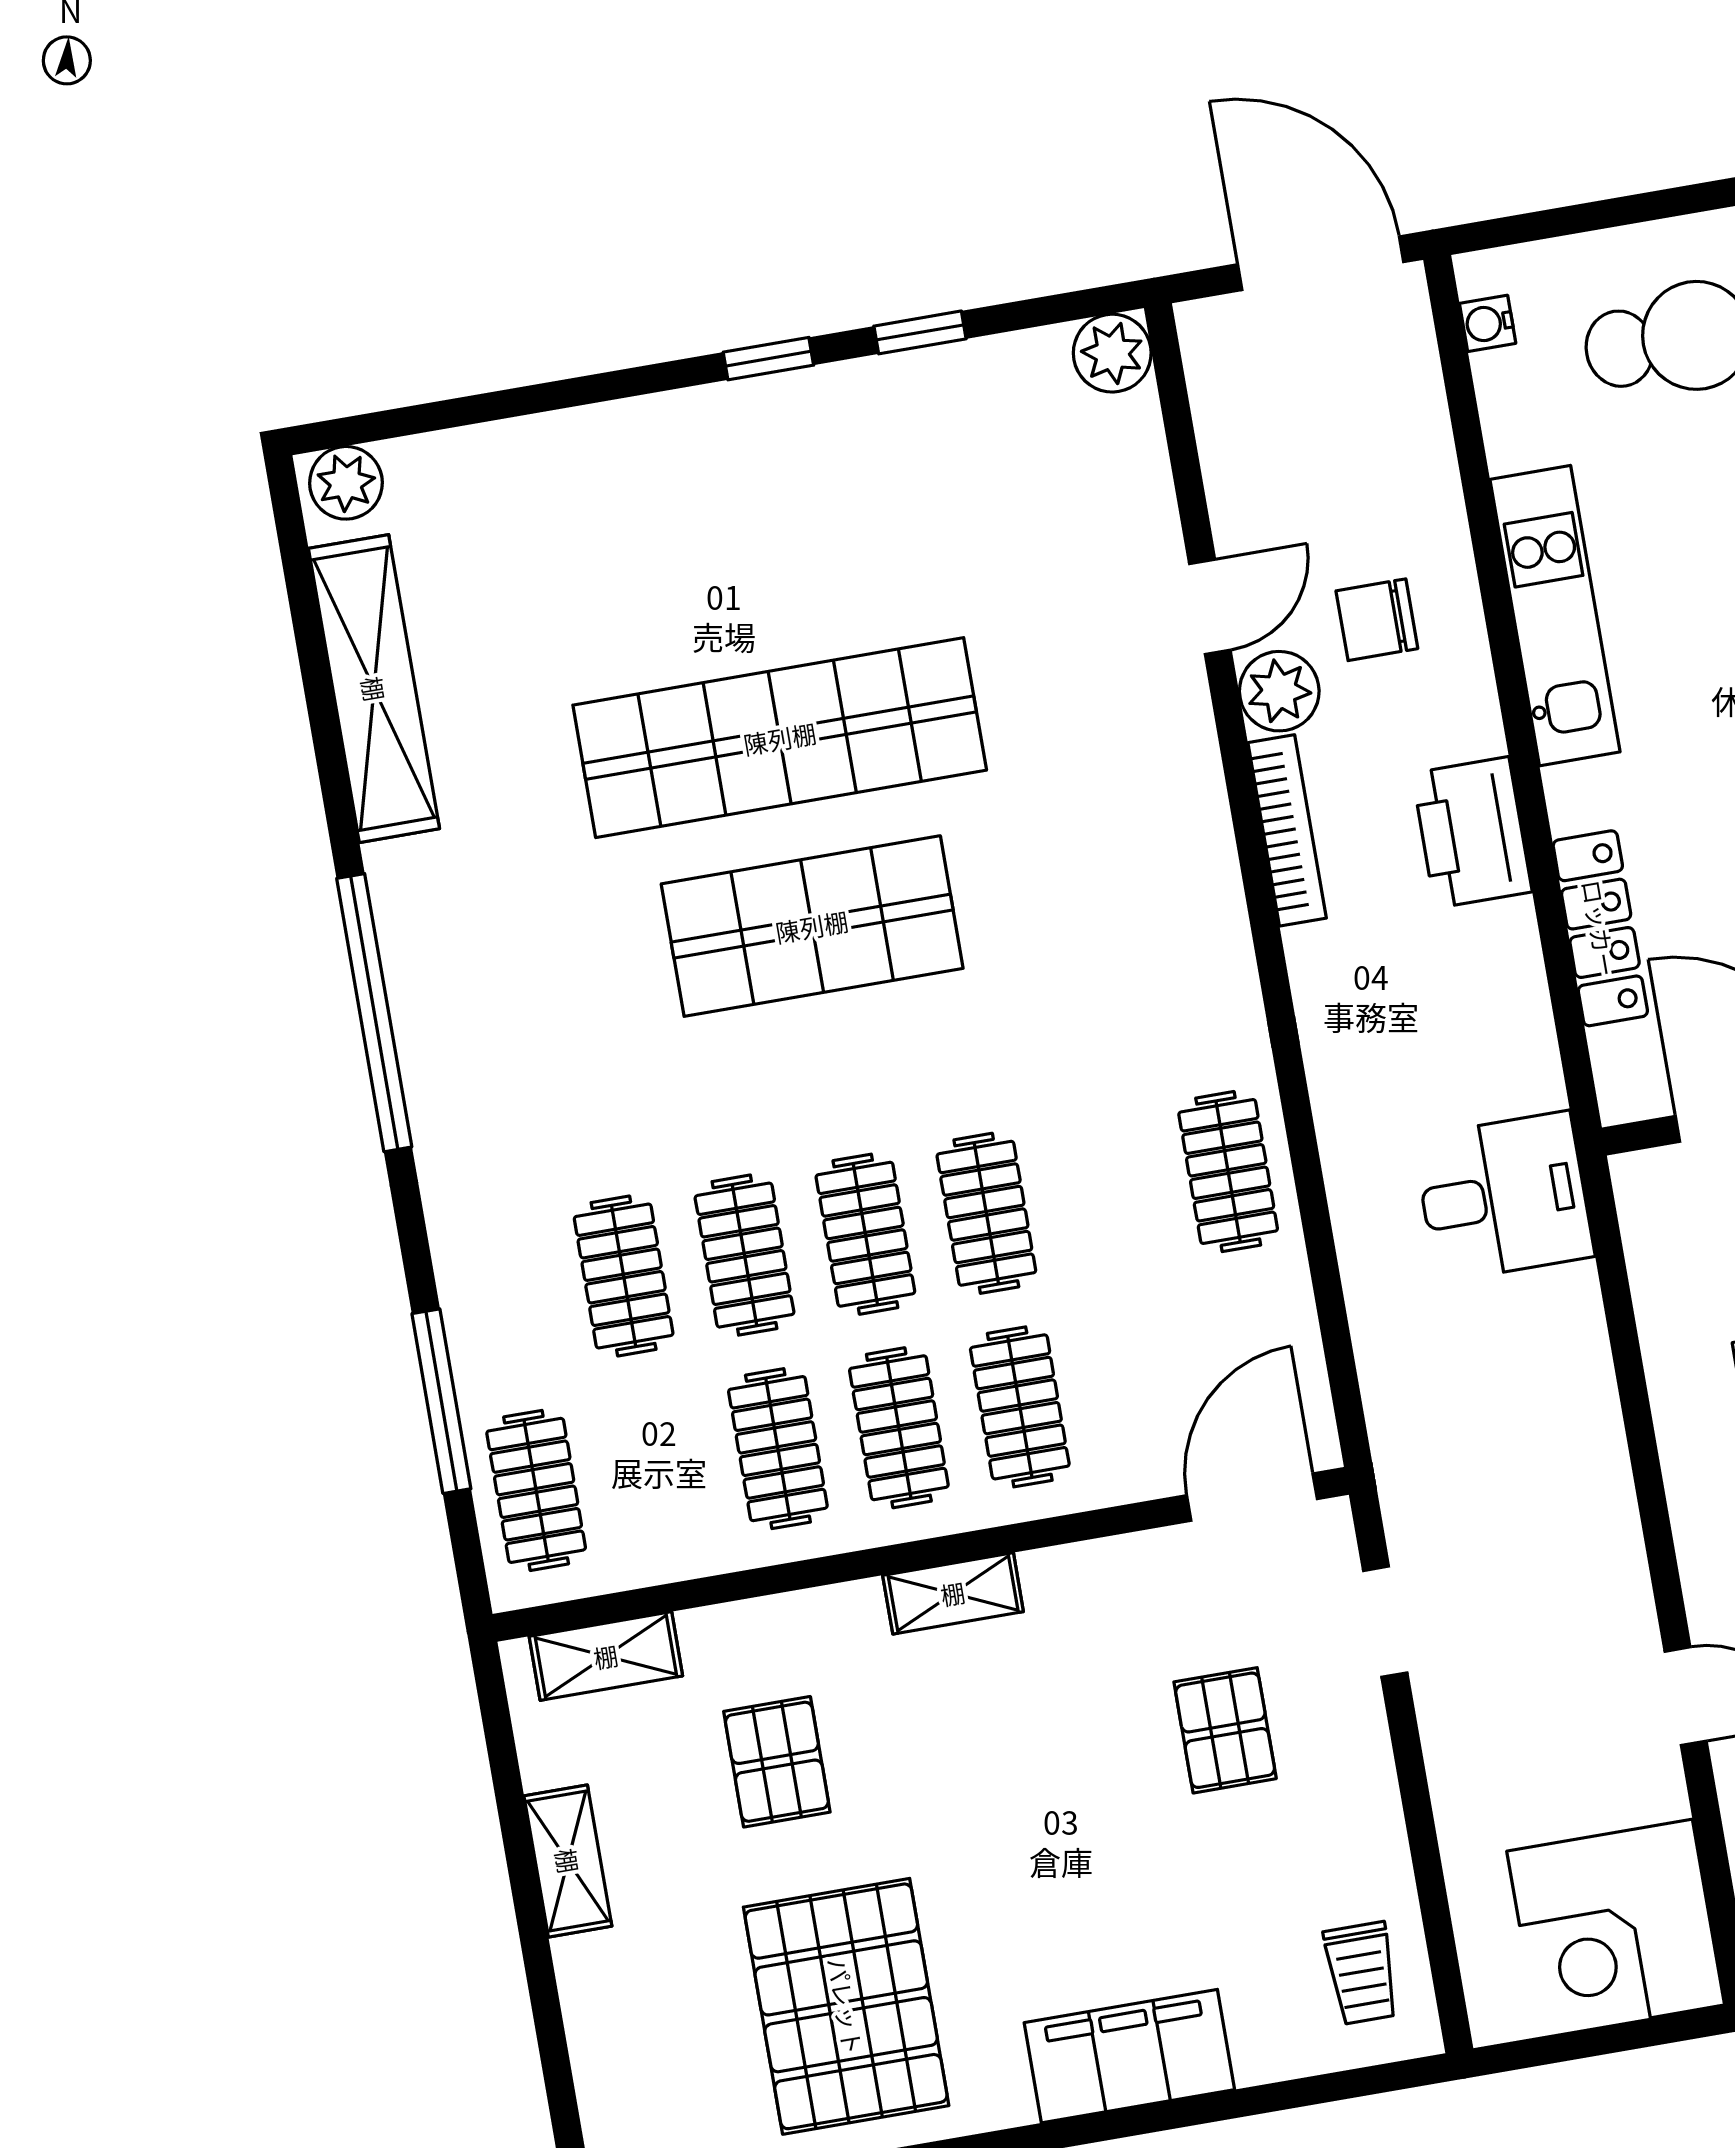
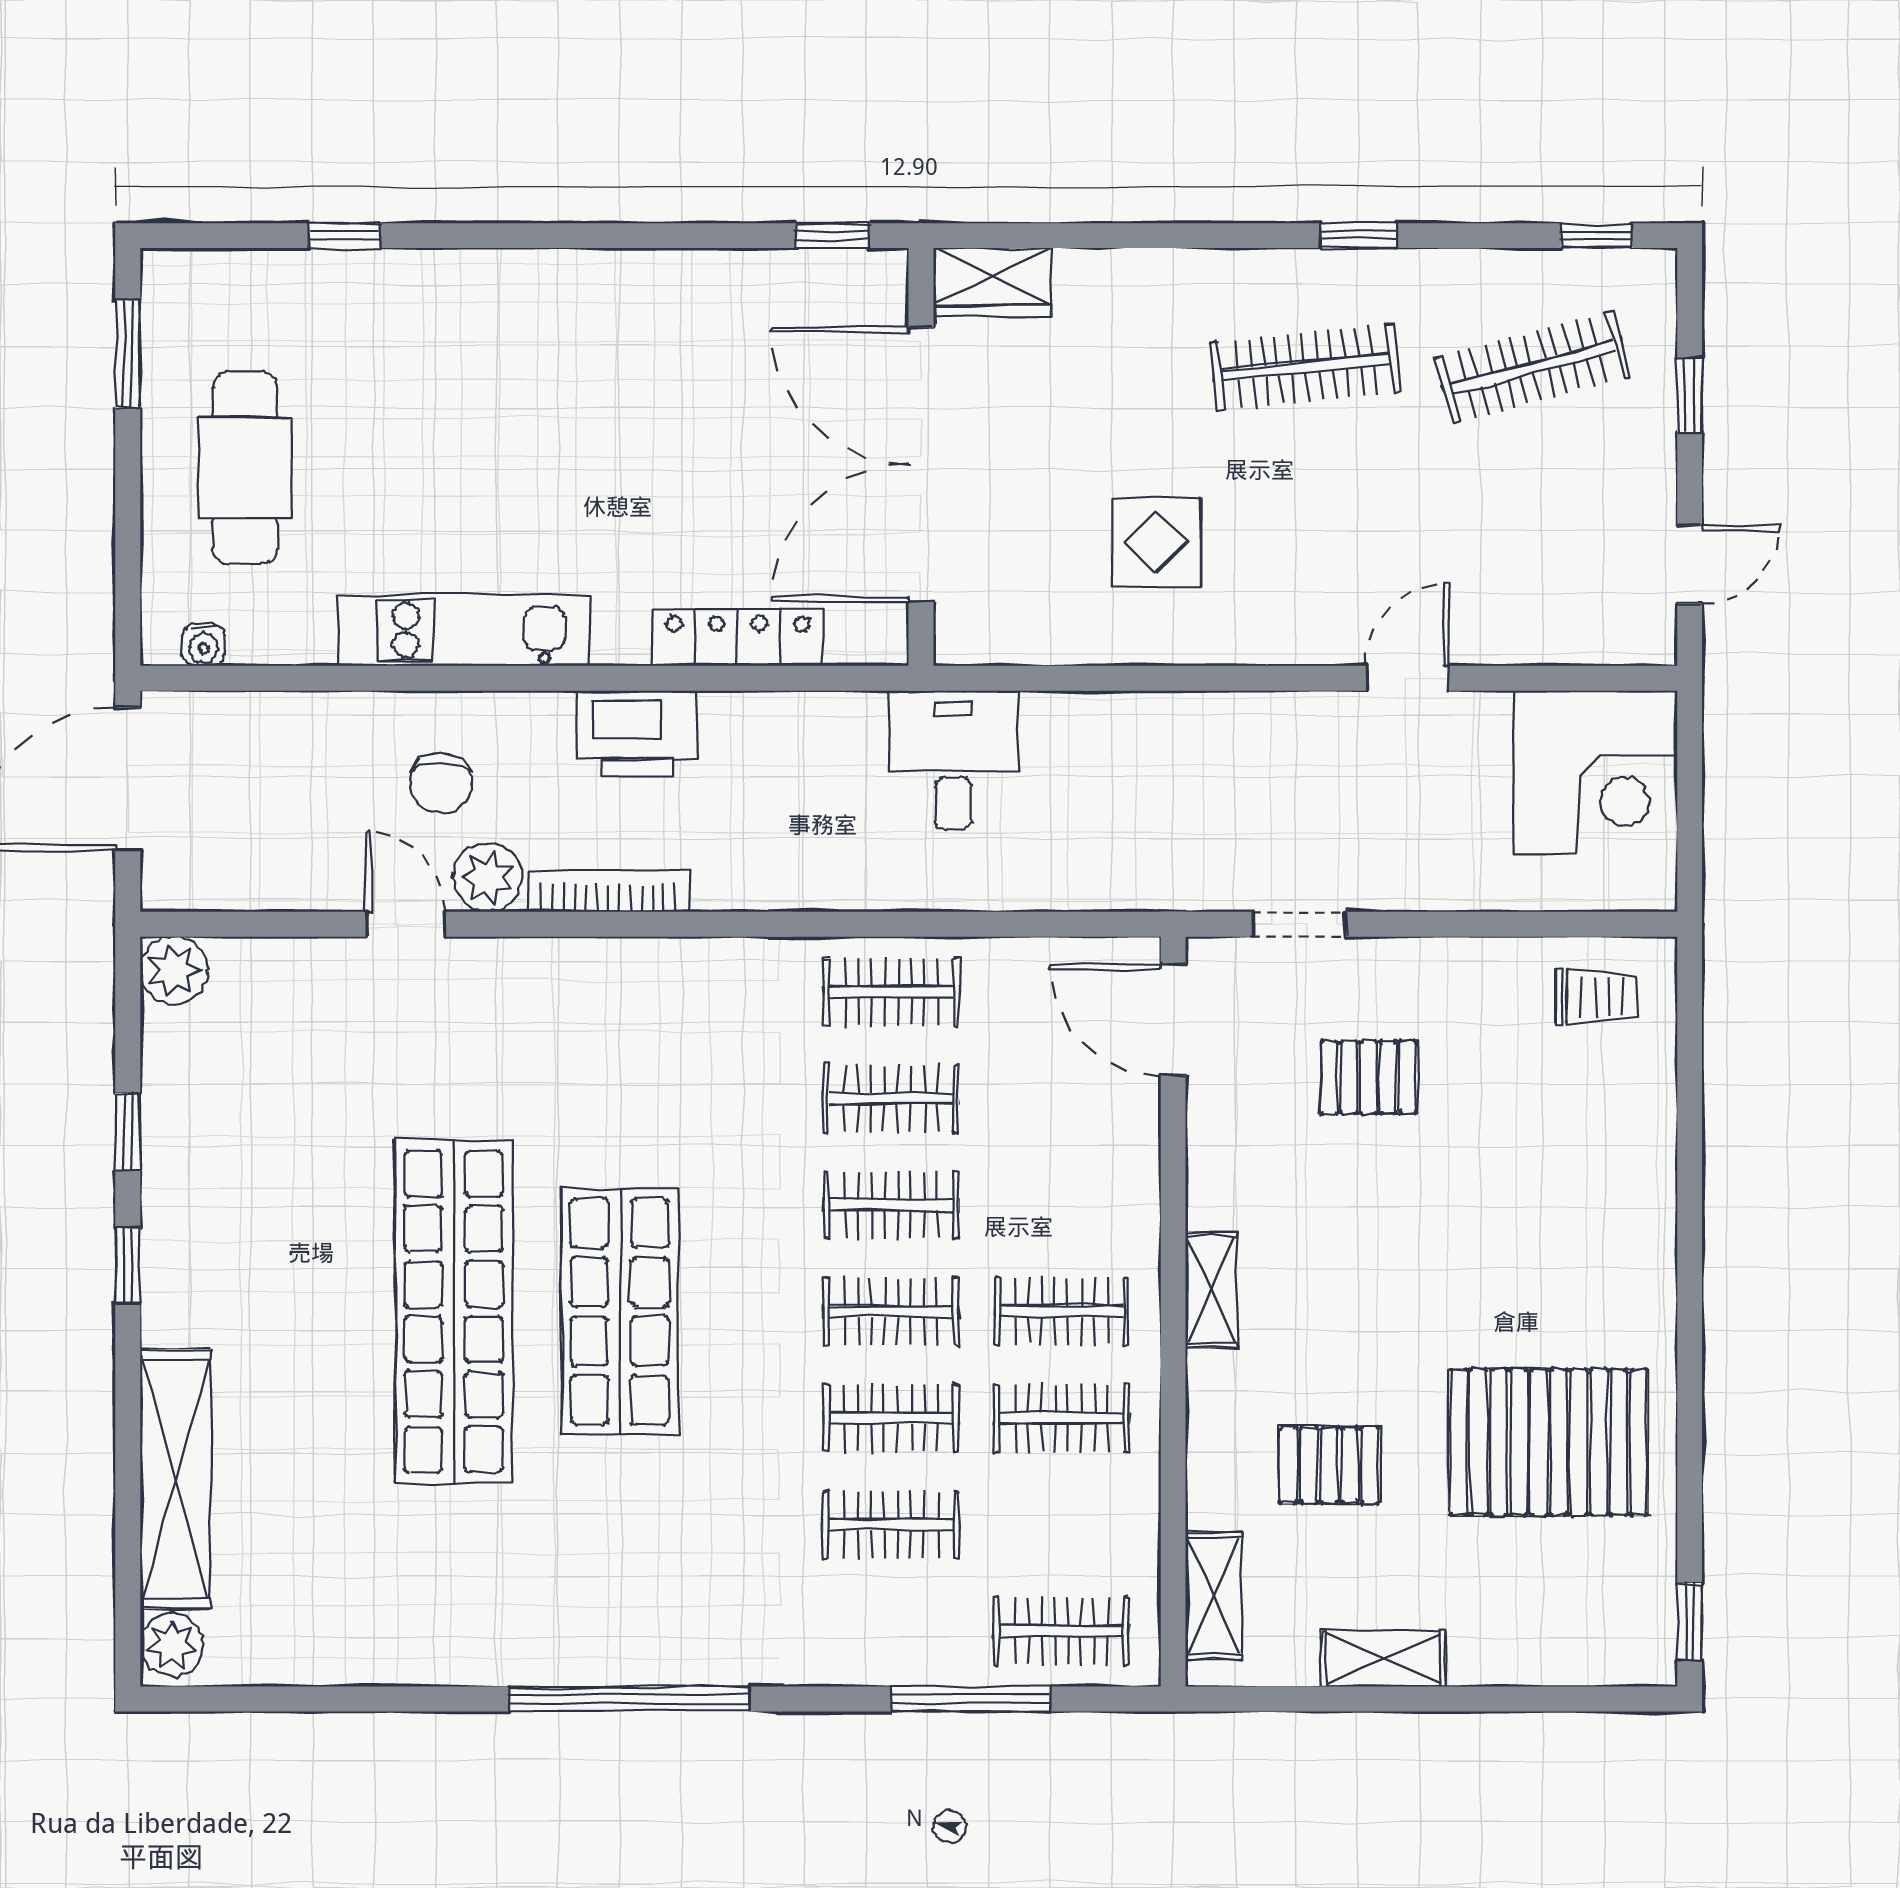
shelving: (374, 689) -> (175, 1479), moved, turned 90
clothes rail: (1020, 1407) -> (891, 1099), moved
filing cabinet: (1129, 2056) -> (1633, 1207), removed

